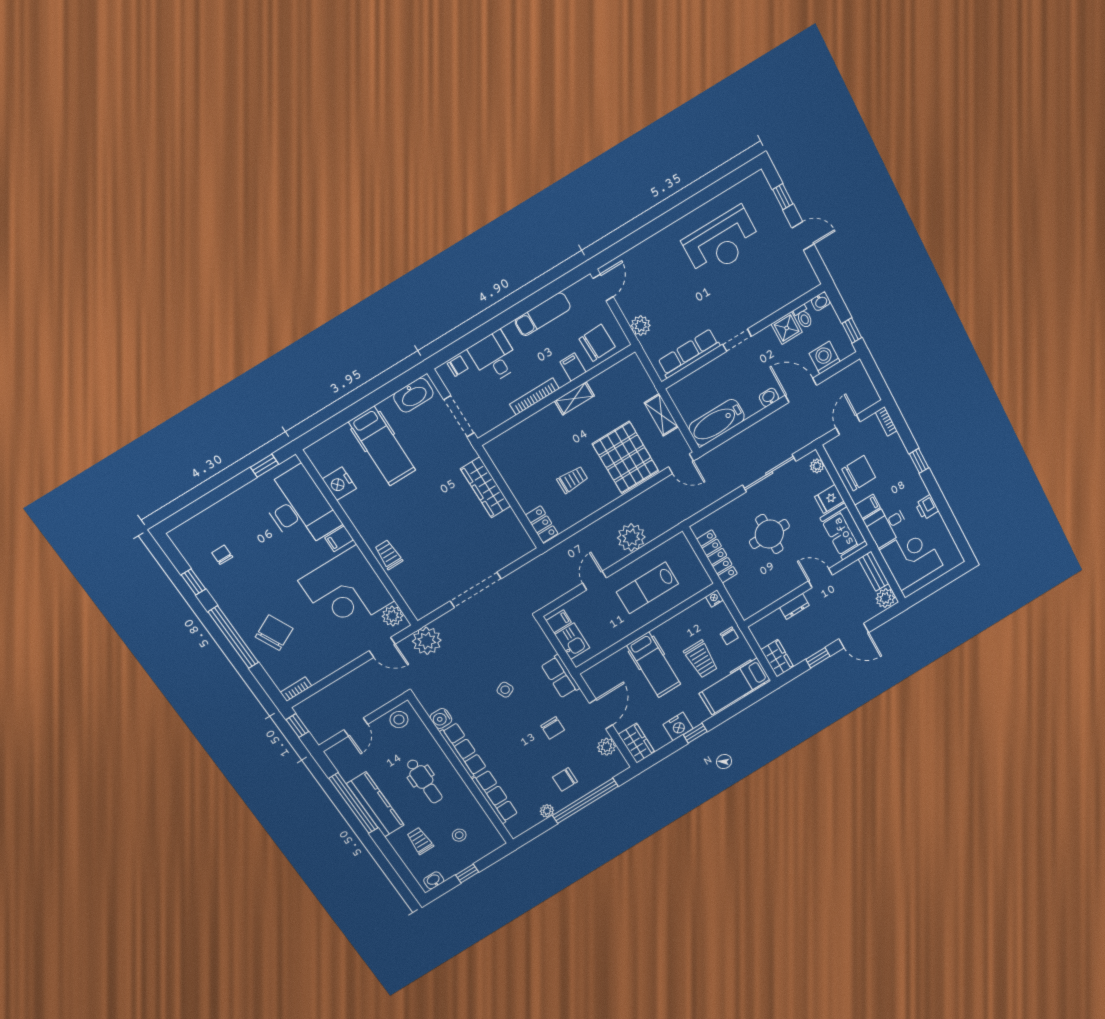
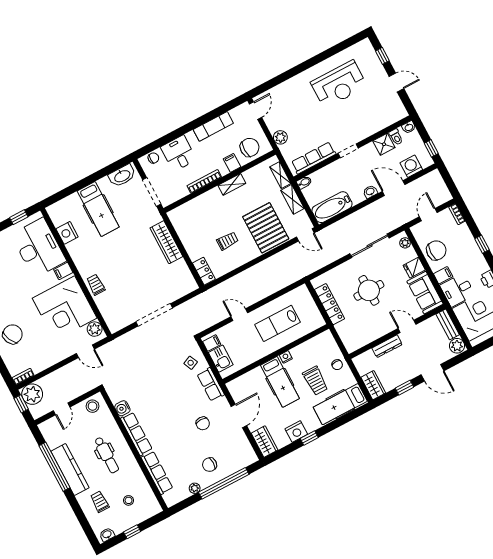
shelving: (643, 381) -> (280, 175), added
bidet: (677, 389) -> (304, 182), added
plant: (631, 537) -> (267, 285), removed
door: (595, 580) -> (239, 315), hinge flipped
nightstand: (714, 598) -> (286, 357), moved
dresser: (794, 606) -> (387, 346), width x1.44
plant: (427, 641) -> (32, 394), moved
side table: (505, 690) -> (191, 363), moved
plant: (606, 747) -> (242, 442), removed

